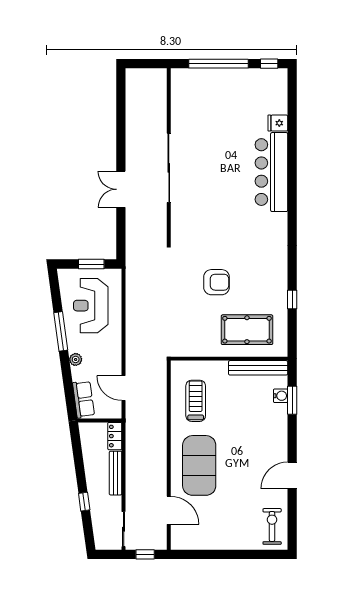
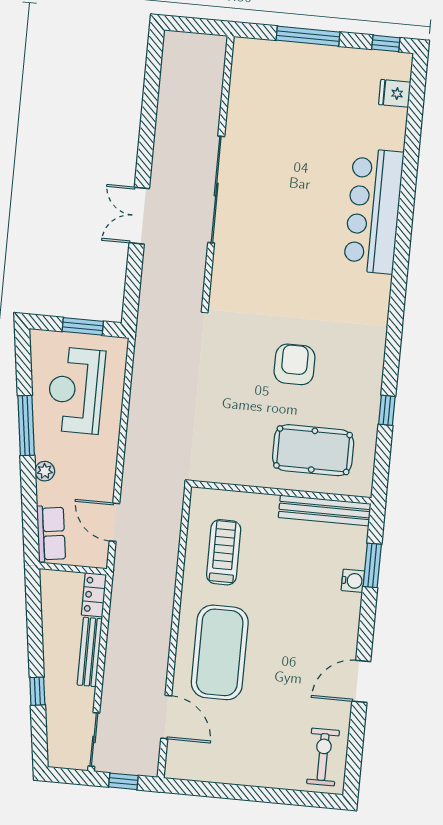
window: (219, 64) -> (308, 36), width x0.68
fridge: (278, 123) -> (395, 93), moved
armchair: (216, 282) -> (295, 364), moved, turned -90
water cooler: (281, 396) -> (353, 581), moved

